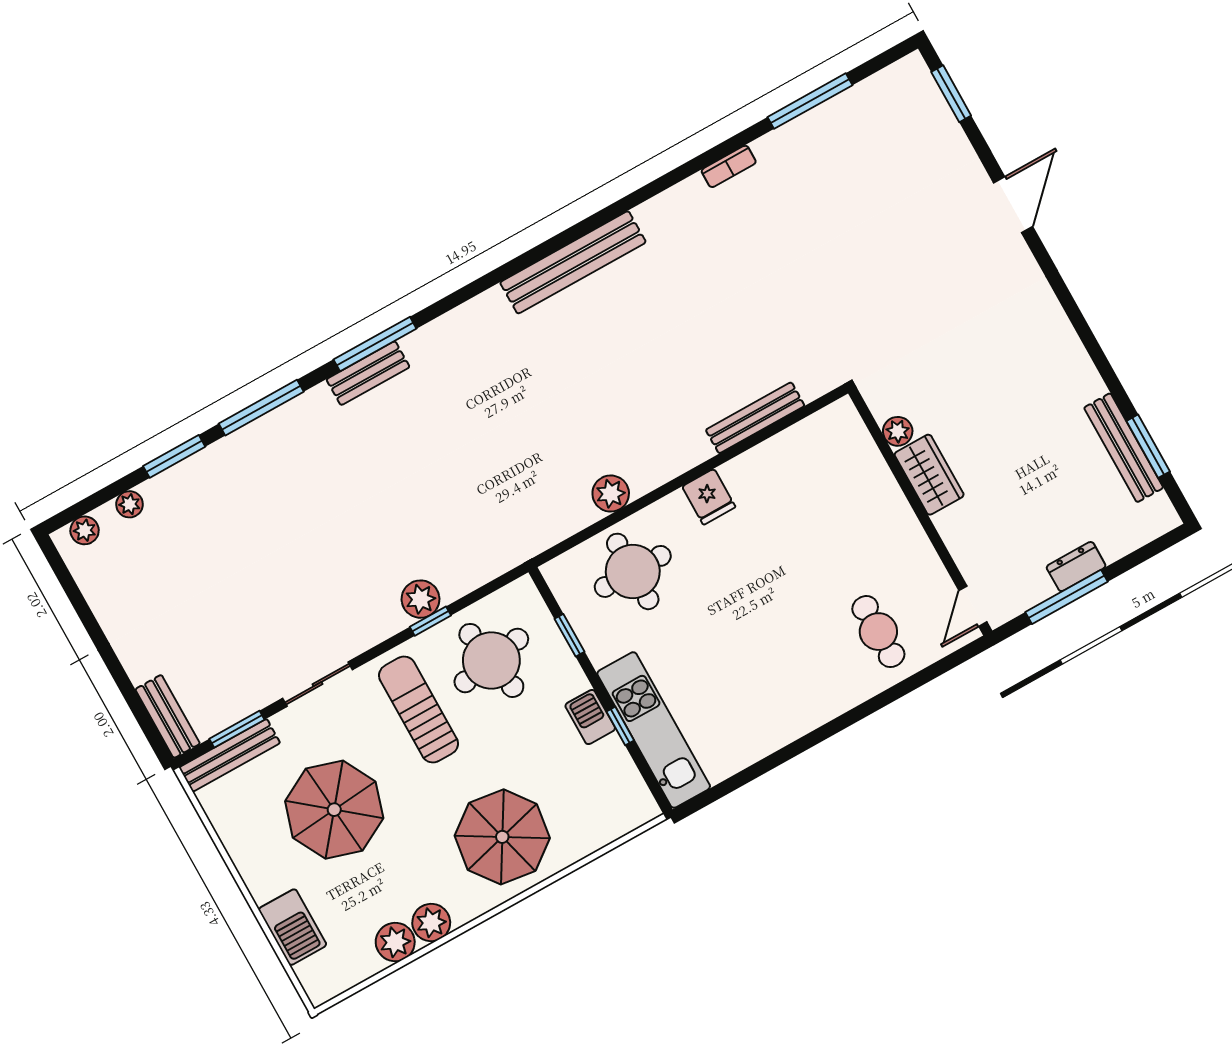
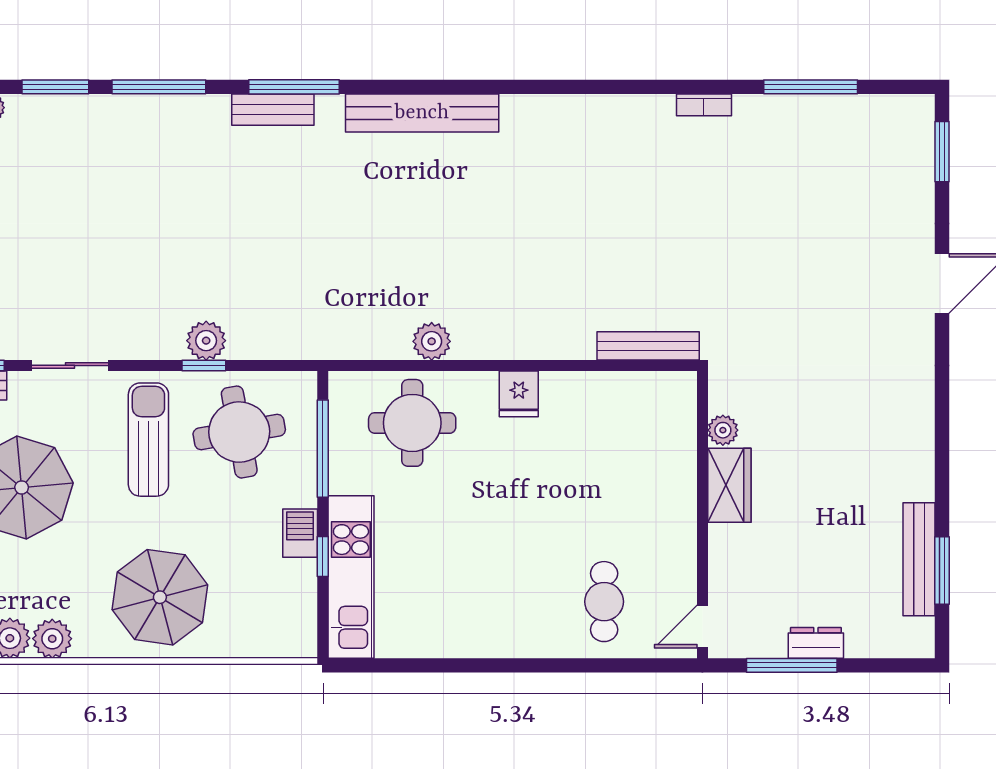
bench: (573, 262) -> (422, 113), moved
bench: (755, 418) -> (648, 346), moved
window: (569, 635) -> (323, 449), width x2.17

